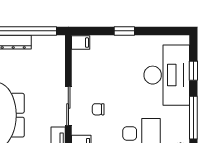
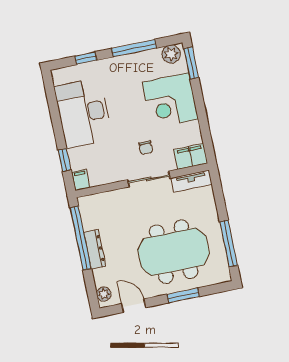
window: (124, 31) -> (64, 160), moved
desk: (167, 75) -> (83, 113), moved, turned -90

